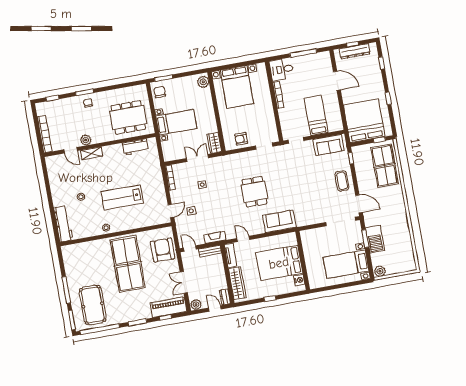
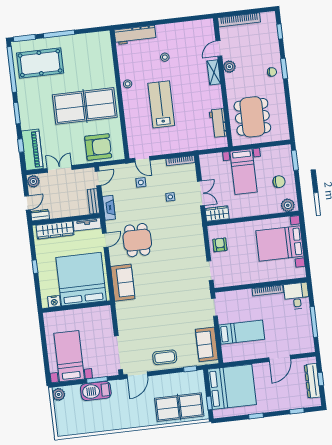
chair: (160, 92) -> (279, 182), moved
dining table: (254, 192) -> (137, 240), moved, turned 90
bed: (279, 263) -> (81, 279), width x1.36

